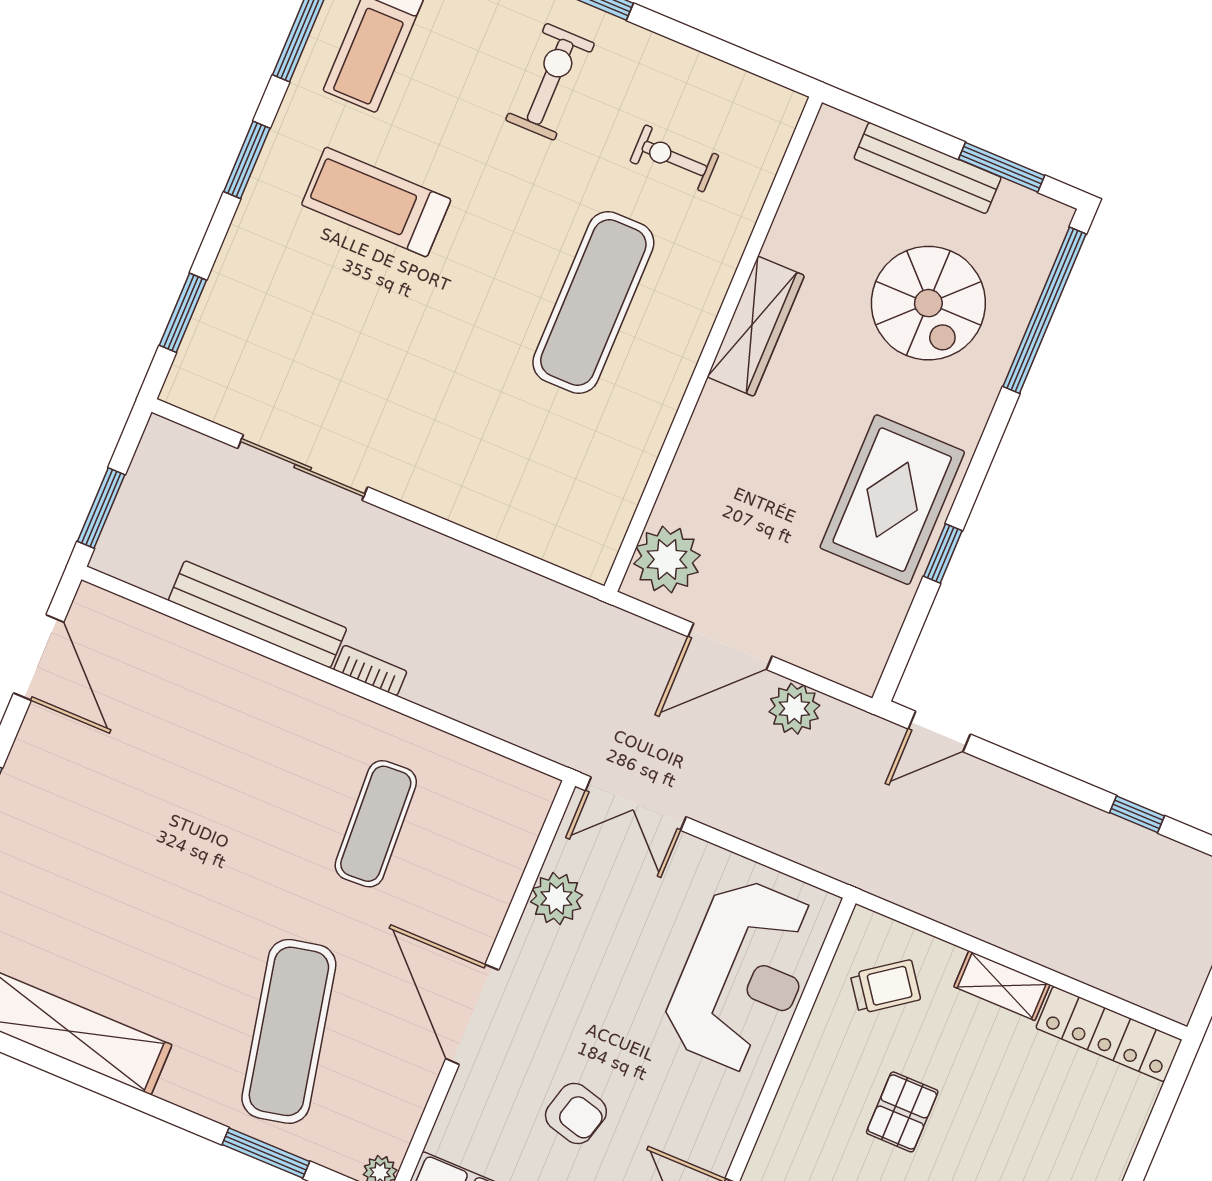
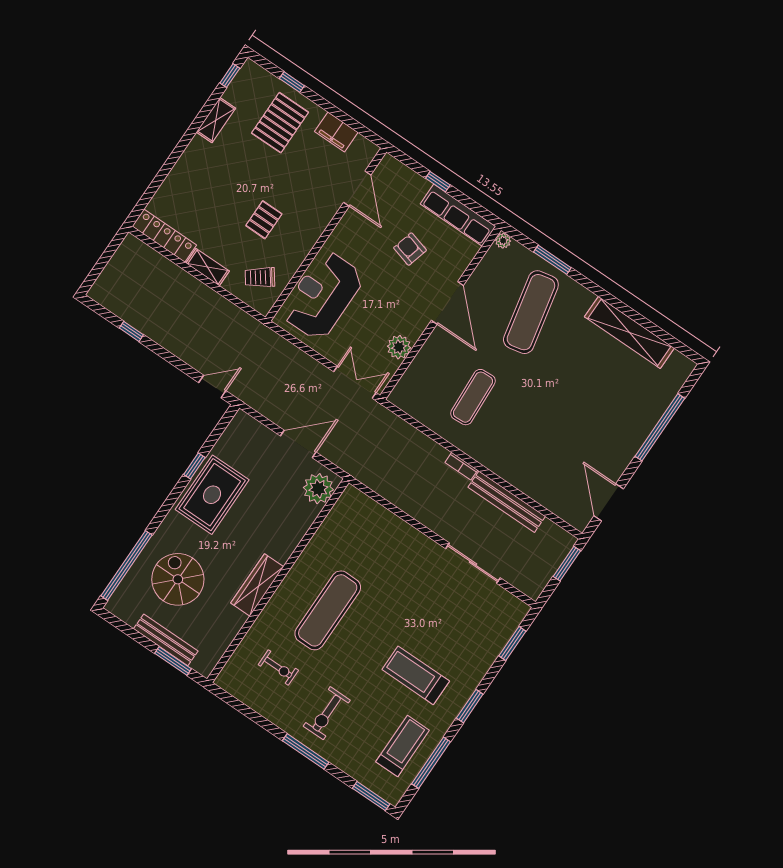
window: (1002, 167) -> (173, 661), moved
treadmill: (376, 202) -> (416, 675), turned 180
plant: (794, 709) -> (275, 410), removed

